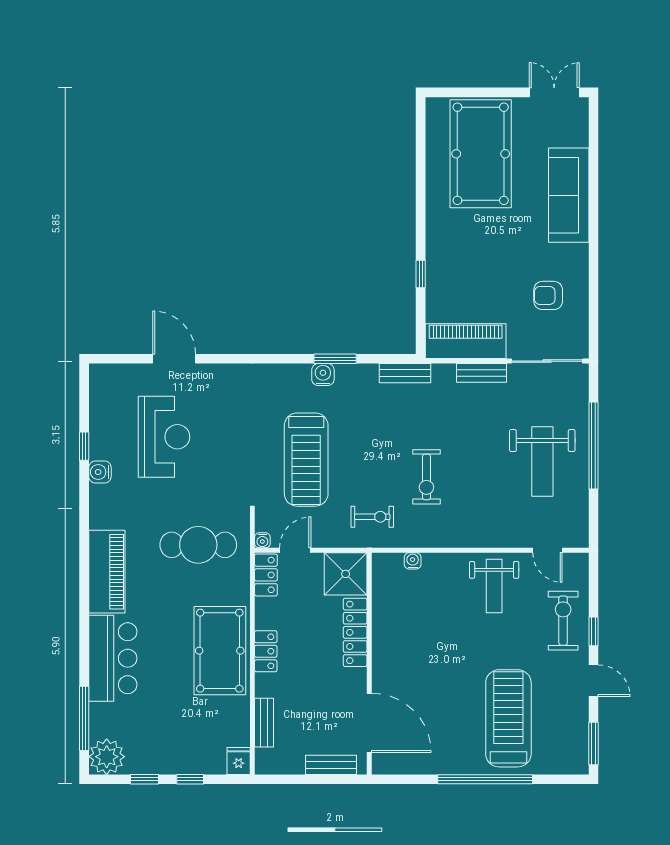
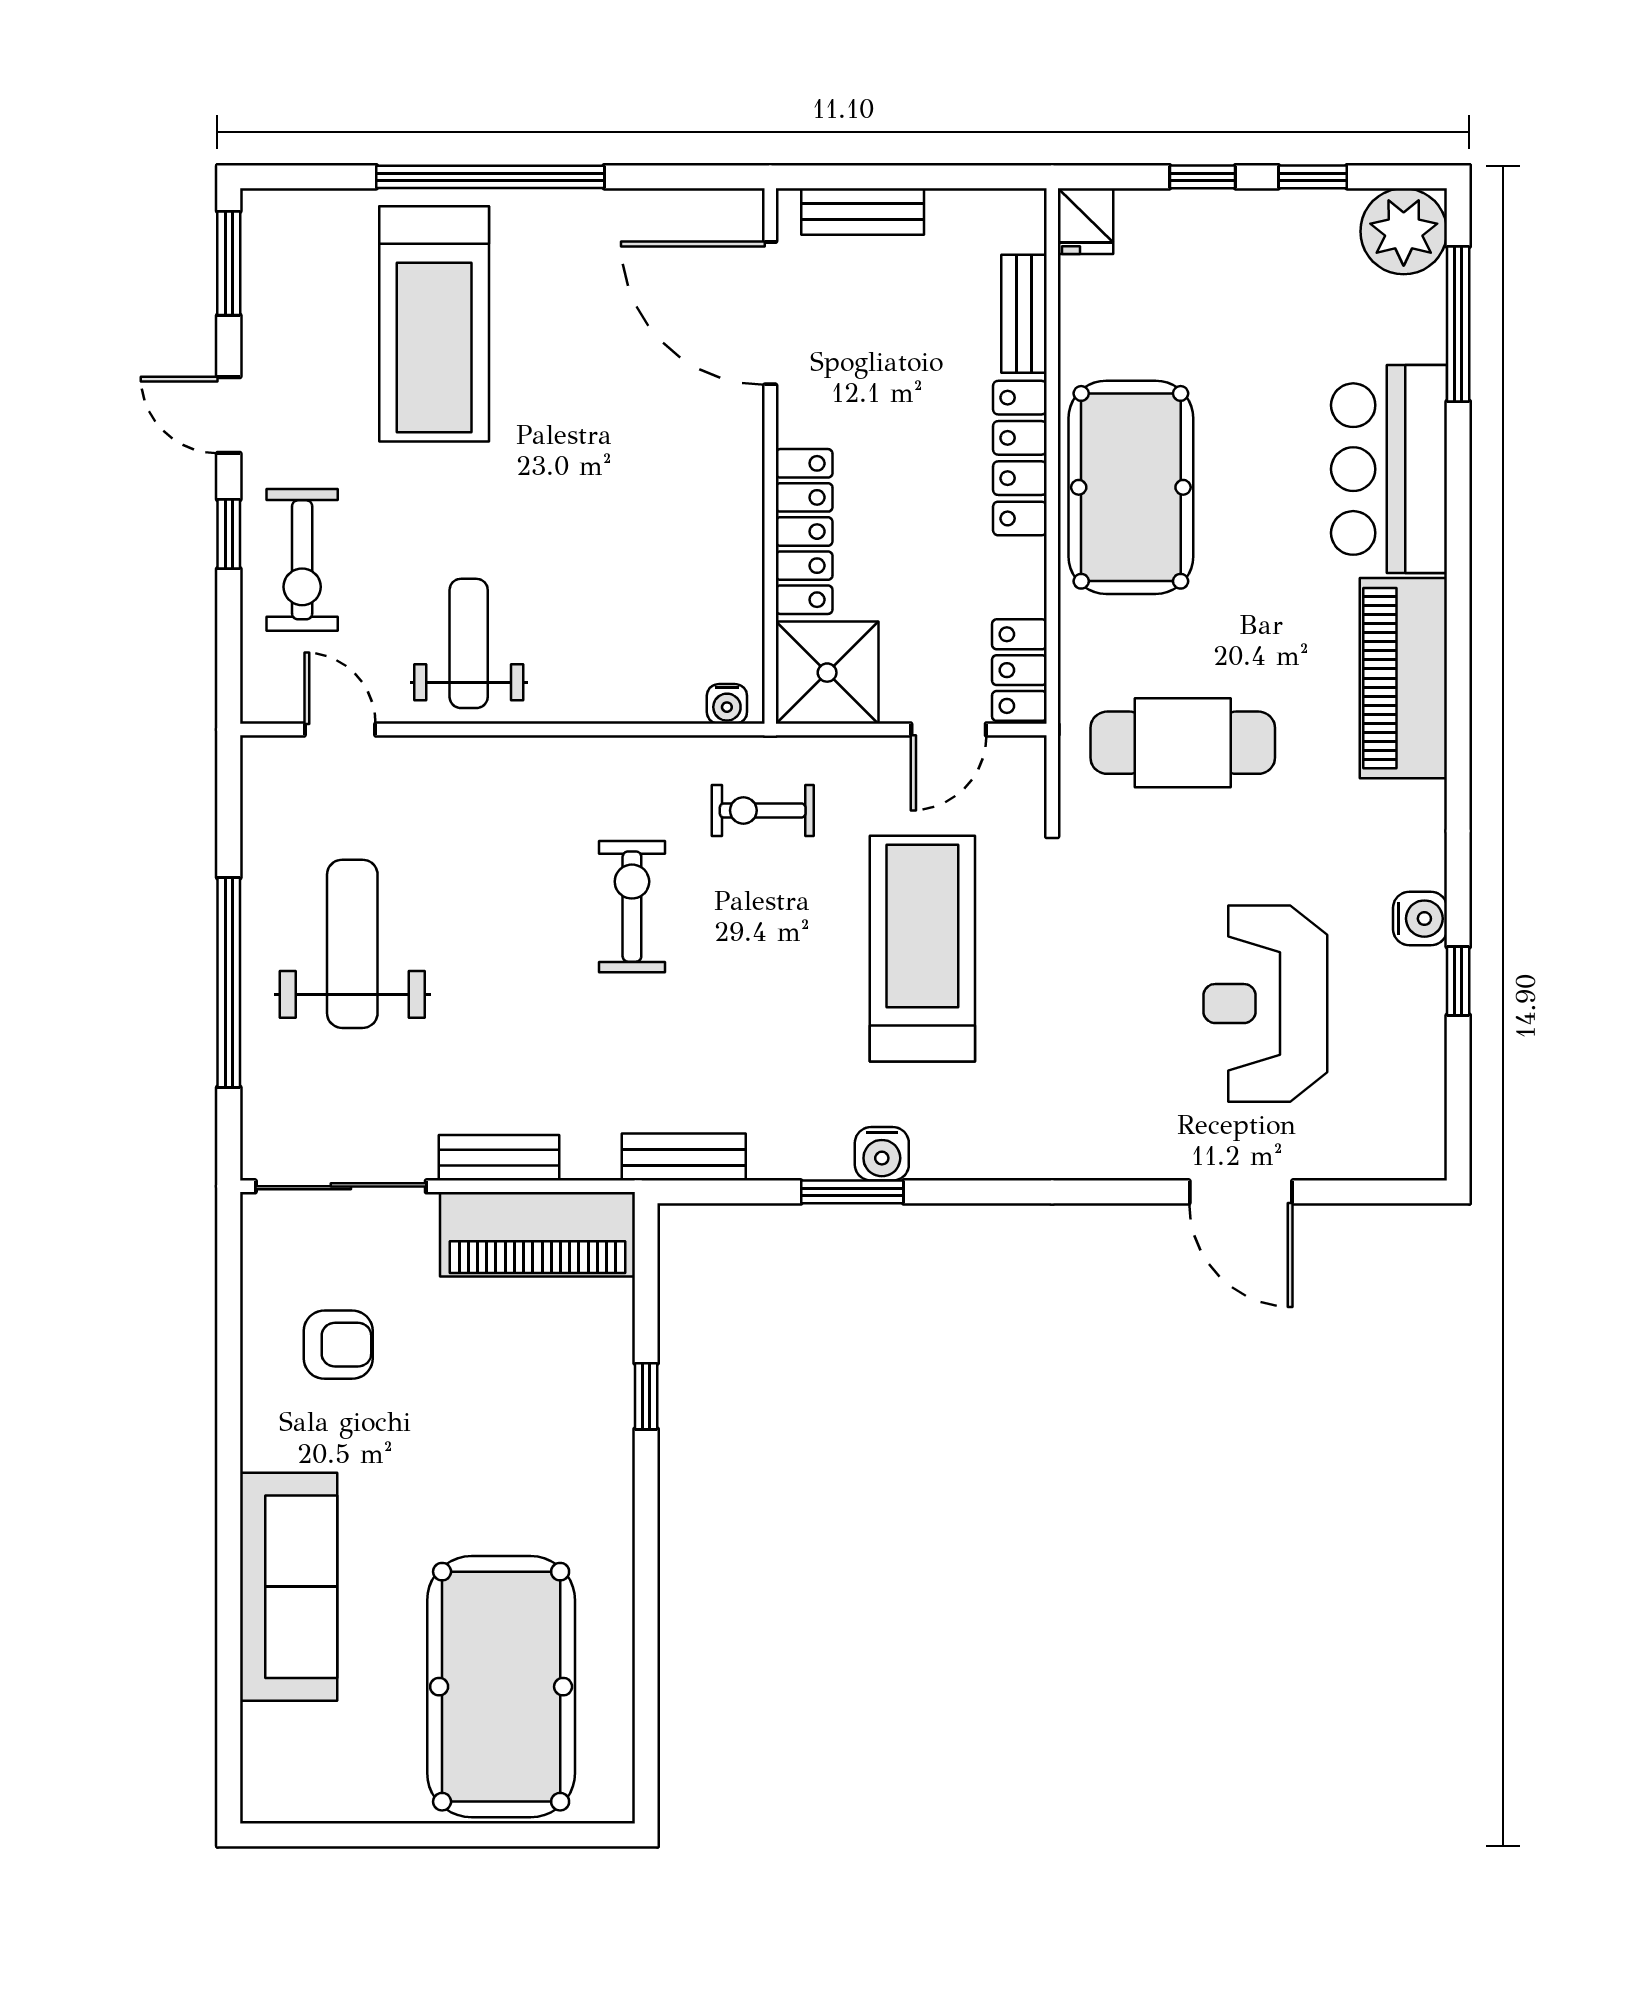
double door: (554, 92) -> (324, 1835), removed
water cooler: (262, 540) -> (1028, 754), removed
water cooler: (413, 561) -> (727, 704), moved
locker: (266, 651) -> (1020, 458), width x1.53

